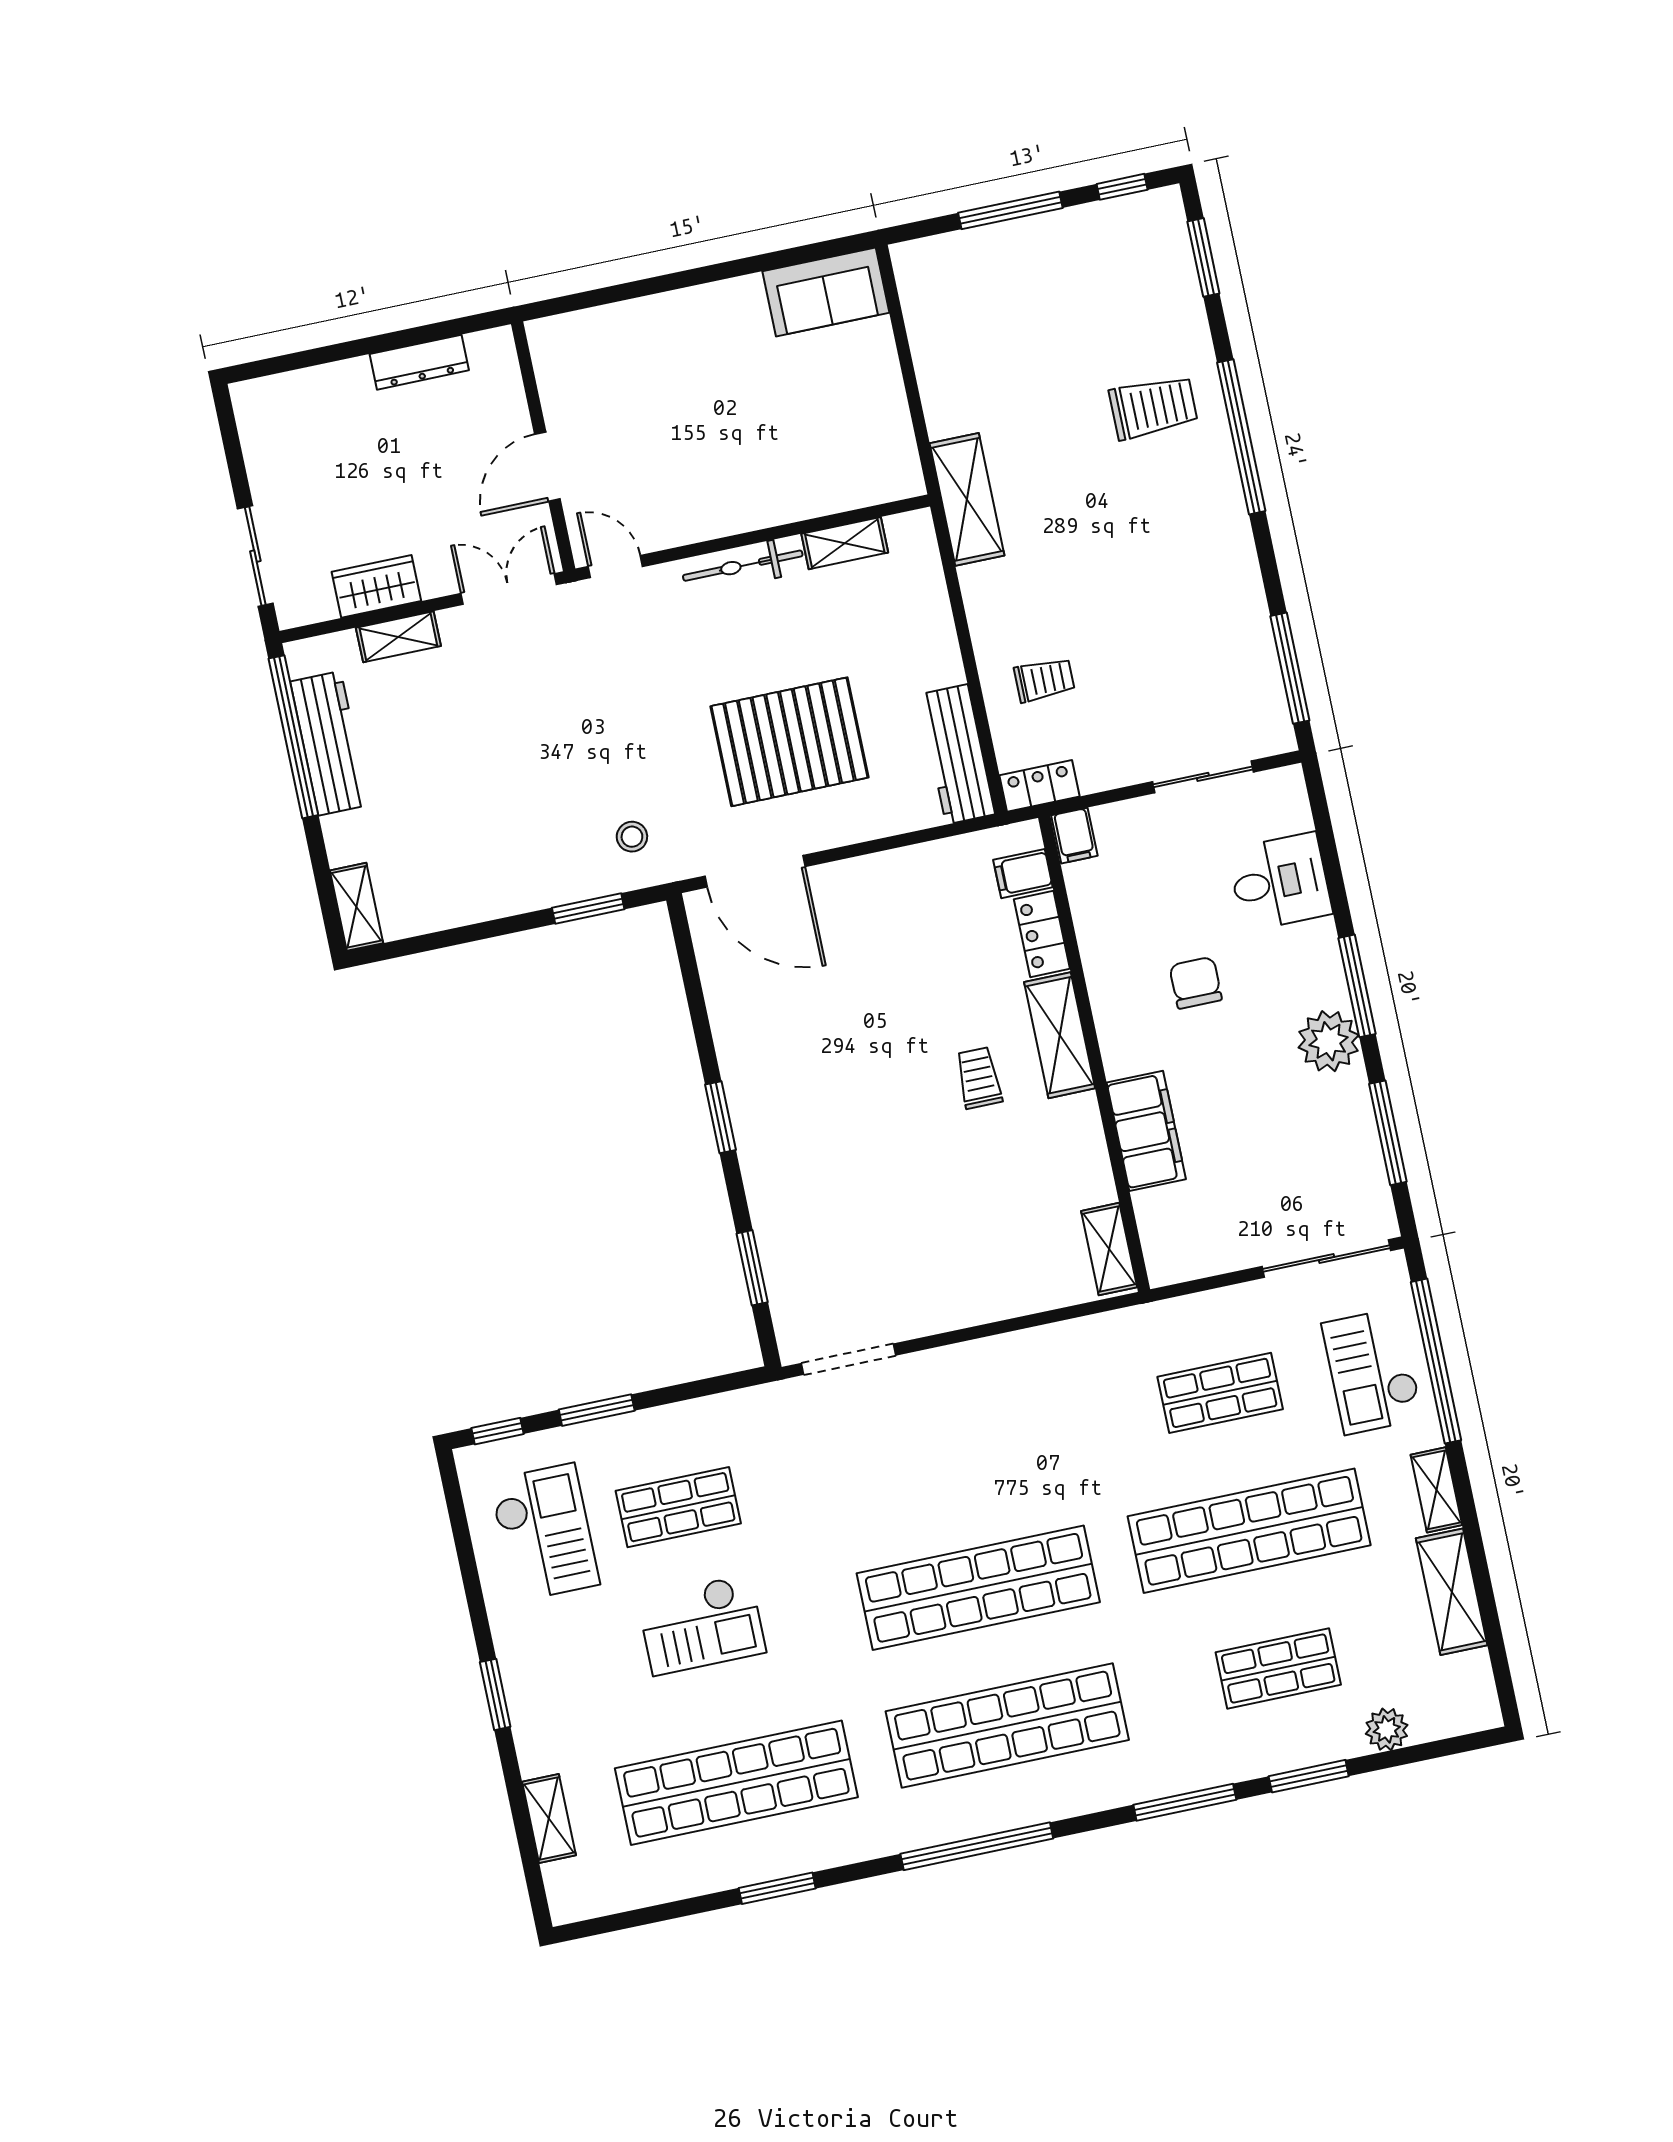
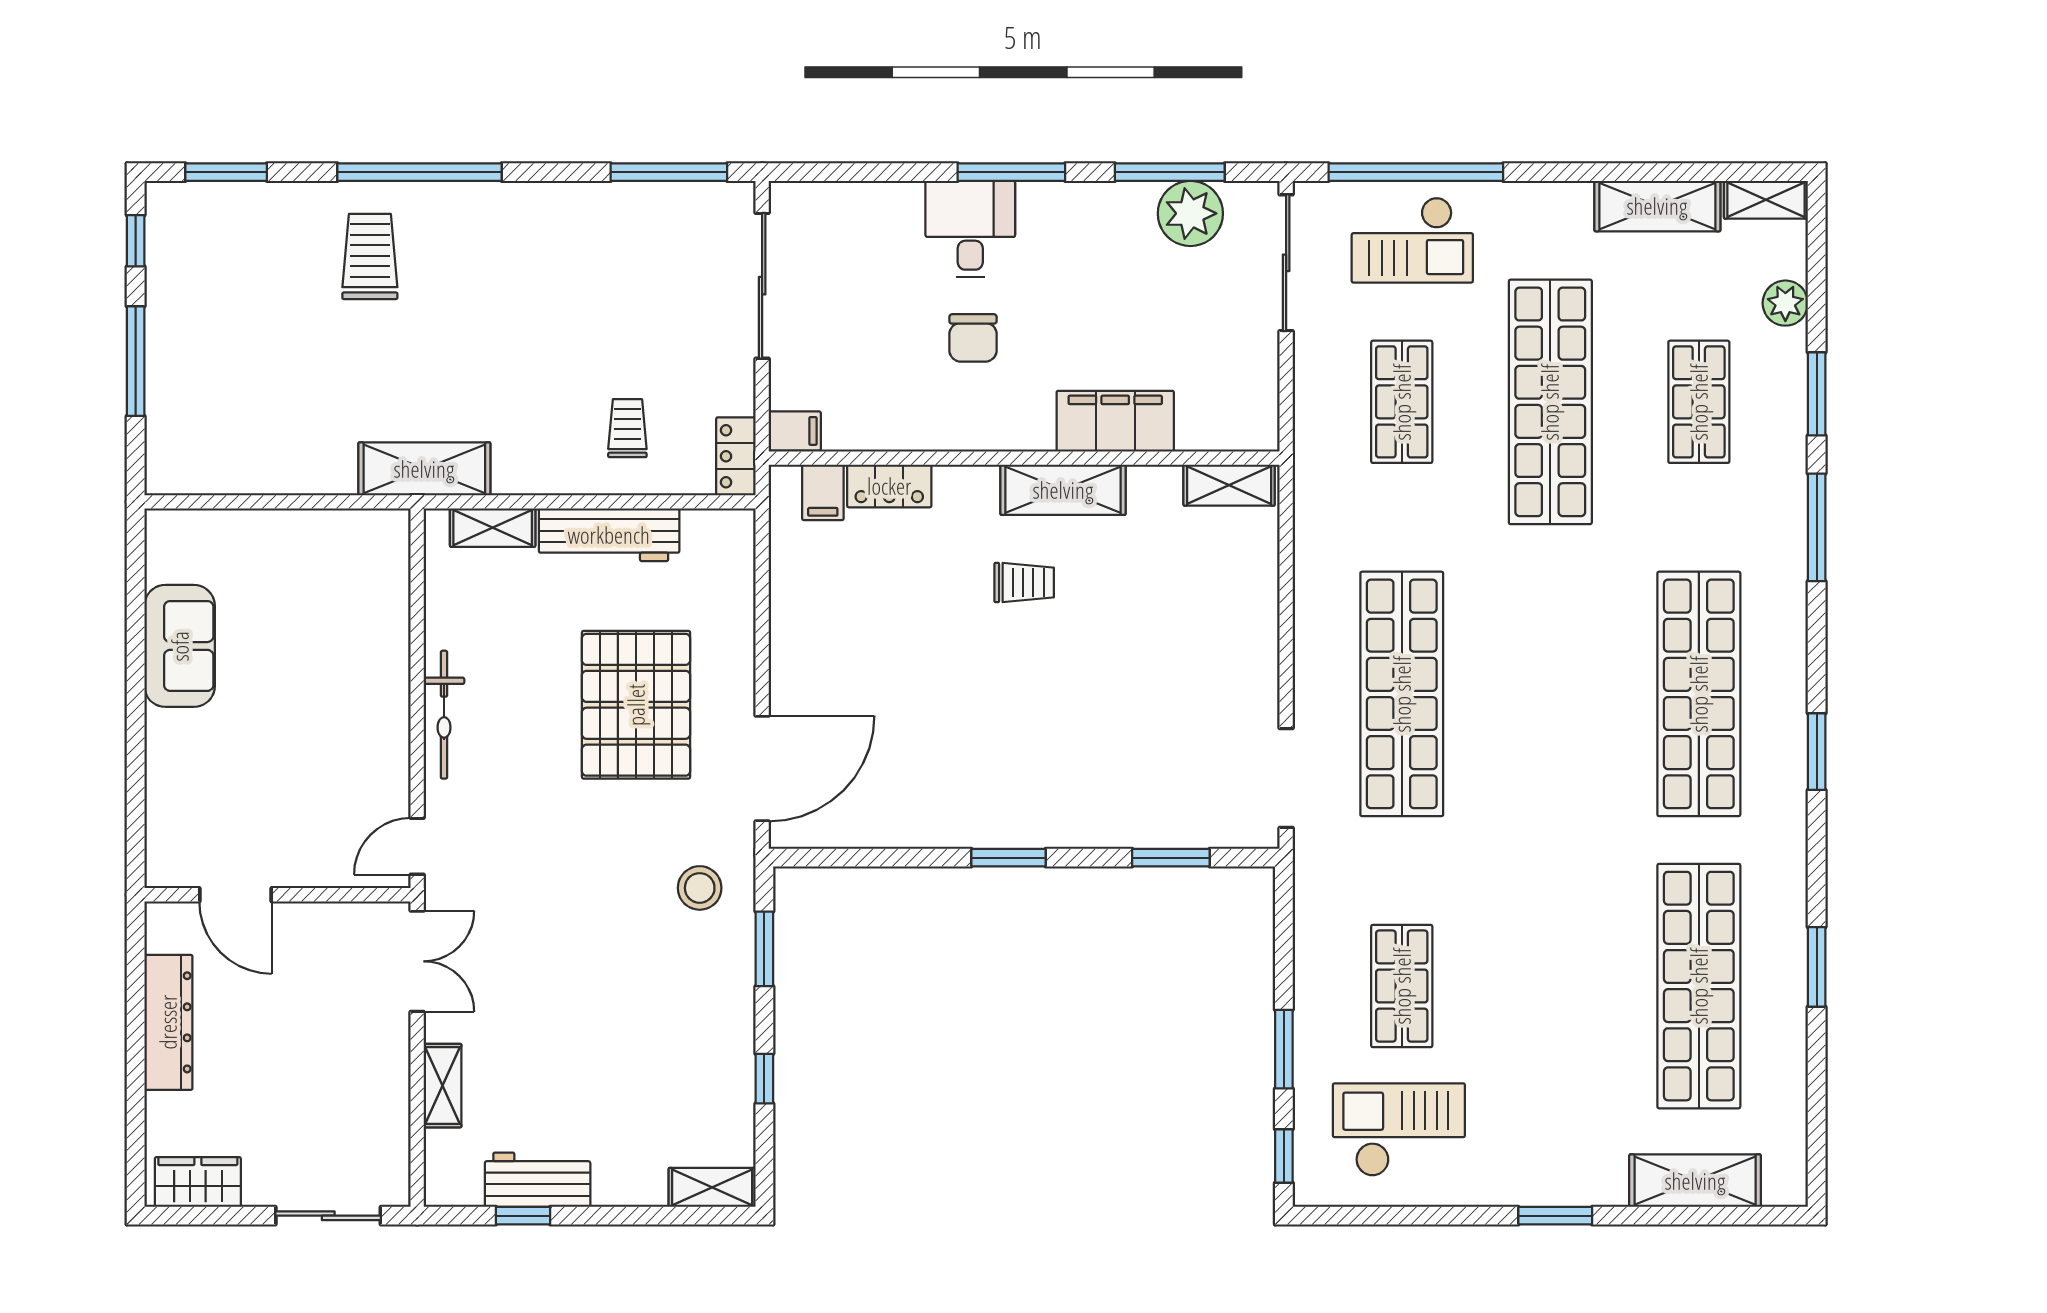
sofa: (826, 292) -> (180, 646), moved
dresser: (419, 362) -> (168, 1022), width x1.37, depth x1.24
door: (547, 467) -> (236, 895), moved
shelving: (845, 543) -> (493, 528), moved, turned 90
wardrobe: (376, 586) -> (198, 1182), moved, turned 90
double door: (509, 589) -> (417, 961), swing flipped
window: (293, 737) -> (523, 1216), width x0.32
workbench: (330, 743) -> (538, 1180), width x0.73
workbench: (957, 754) -> (609, 535), moved
sliding door: (1203, 777) -> (762, 286), width x1.37
stool: (632, 837) -> (700, 888), width x1.37, depth x1.37
desk: (1280, 882) -> (970, 229), moved
window: (468, 934) -> (764, 1079), added
chair: (1196, 983) -> (973, 338), turned -90
shelving: (1060, 1035) -> (1063, 490), moved
plant: (1329, 1041) -> (1190, 213), moved
trolley: (979, 1078) -> (1024, 582), turned 180
shelving: (1436, 1490) -> (1766, 200), moved
shop shelf: (978, 1588) -> (1402, 694), moved
checkout: (701, 1625) -> (1528, 988), removed
shelving: (549, 1819) -> (1695, 1181), width x1.50, depth x1.33
window: (977, 1846) -> (1817, 752), width x0.47

